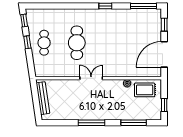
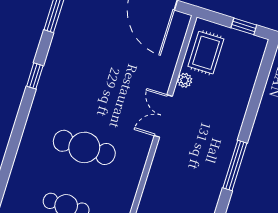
double door: (91, 78) -> (163, 116), moved
window: (134, 123) -> (258, 91), removed

